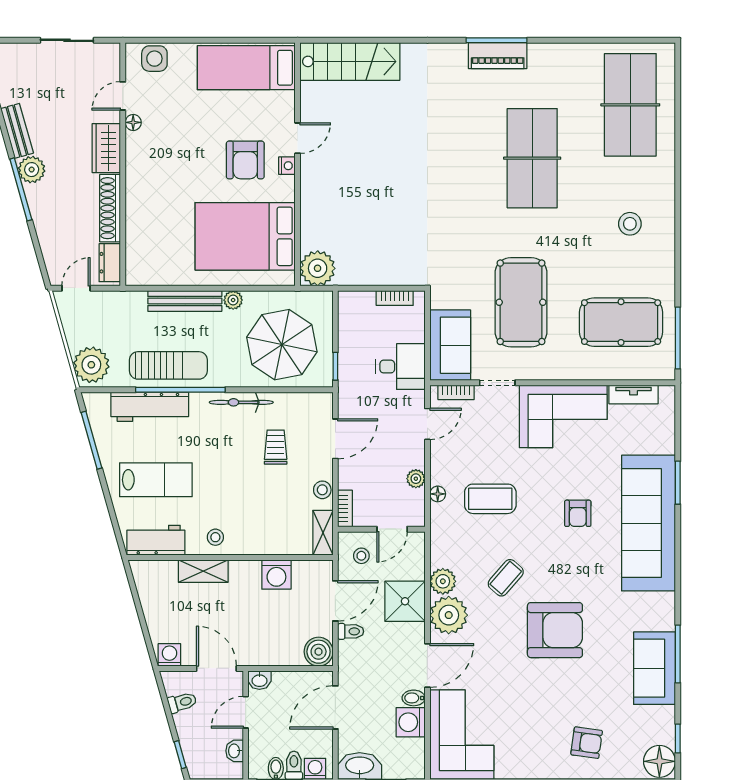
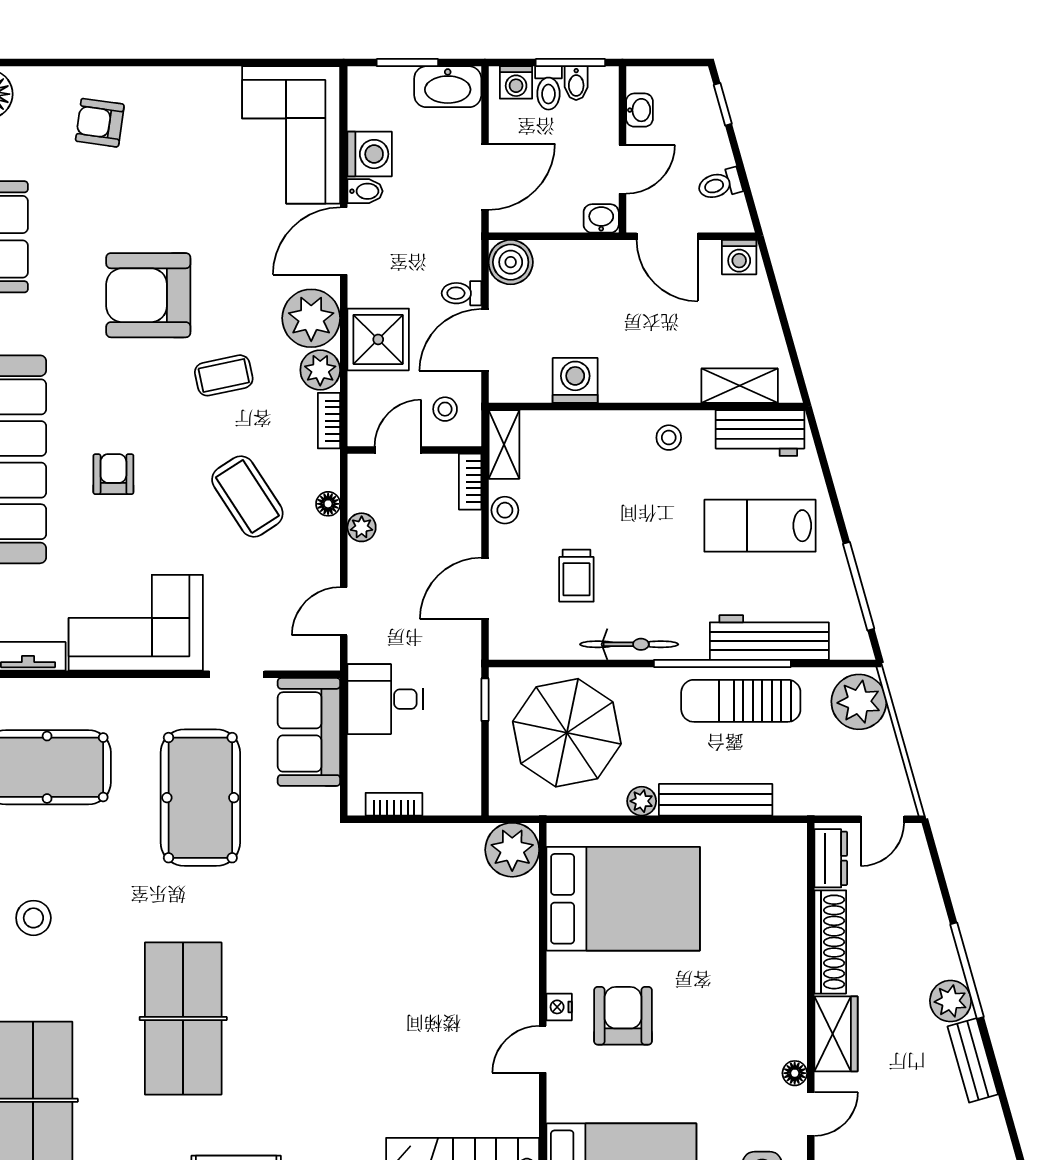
bookcase: (456, 392) -> (329, 421), moved, turned -90
coffee table: (490, 499) -> (247, 496), turned 57
shelving: (203, 571) -> (740, 386), moved
coffee table: (506, 578) -> (224, 375), turned 37

